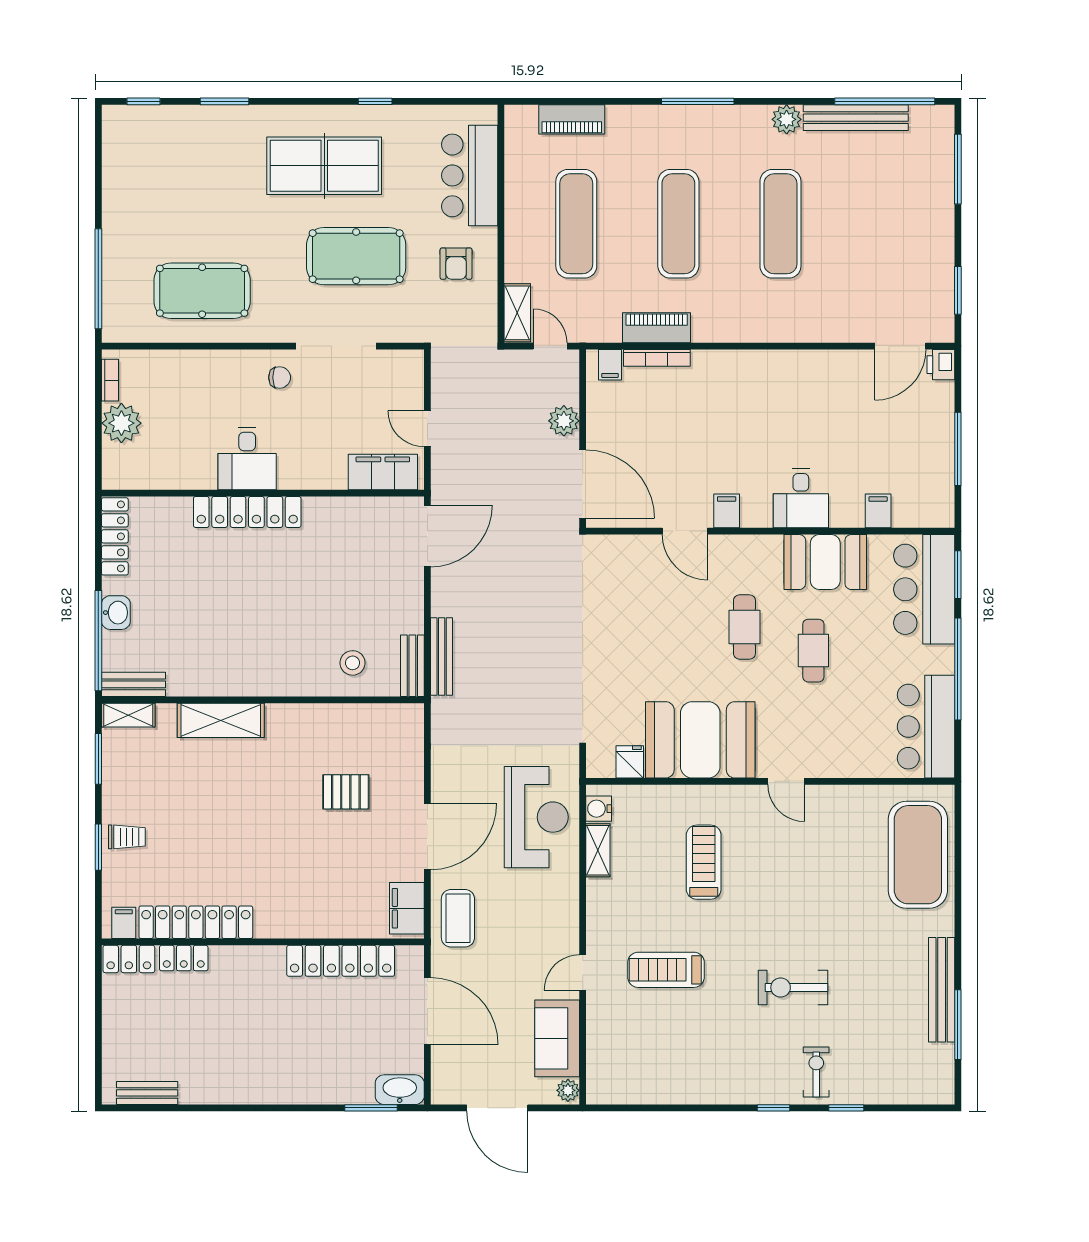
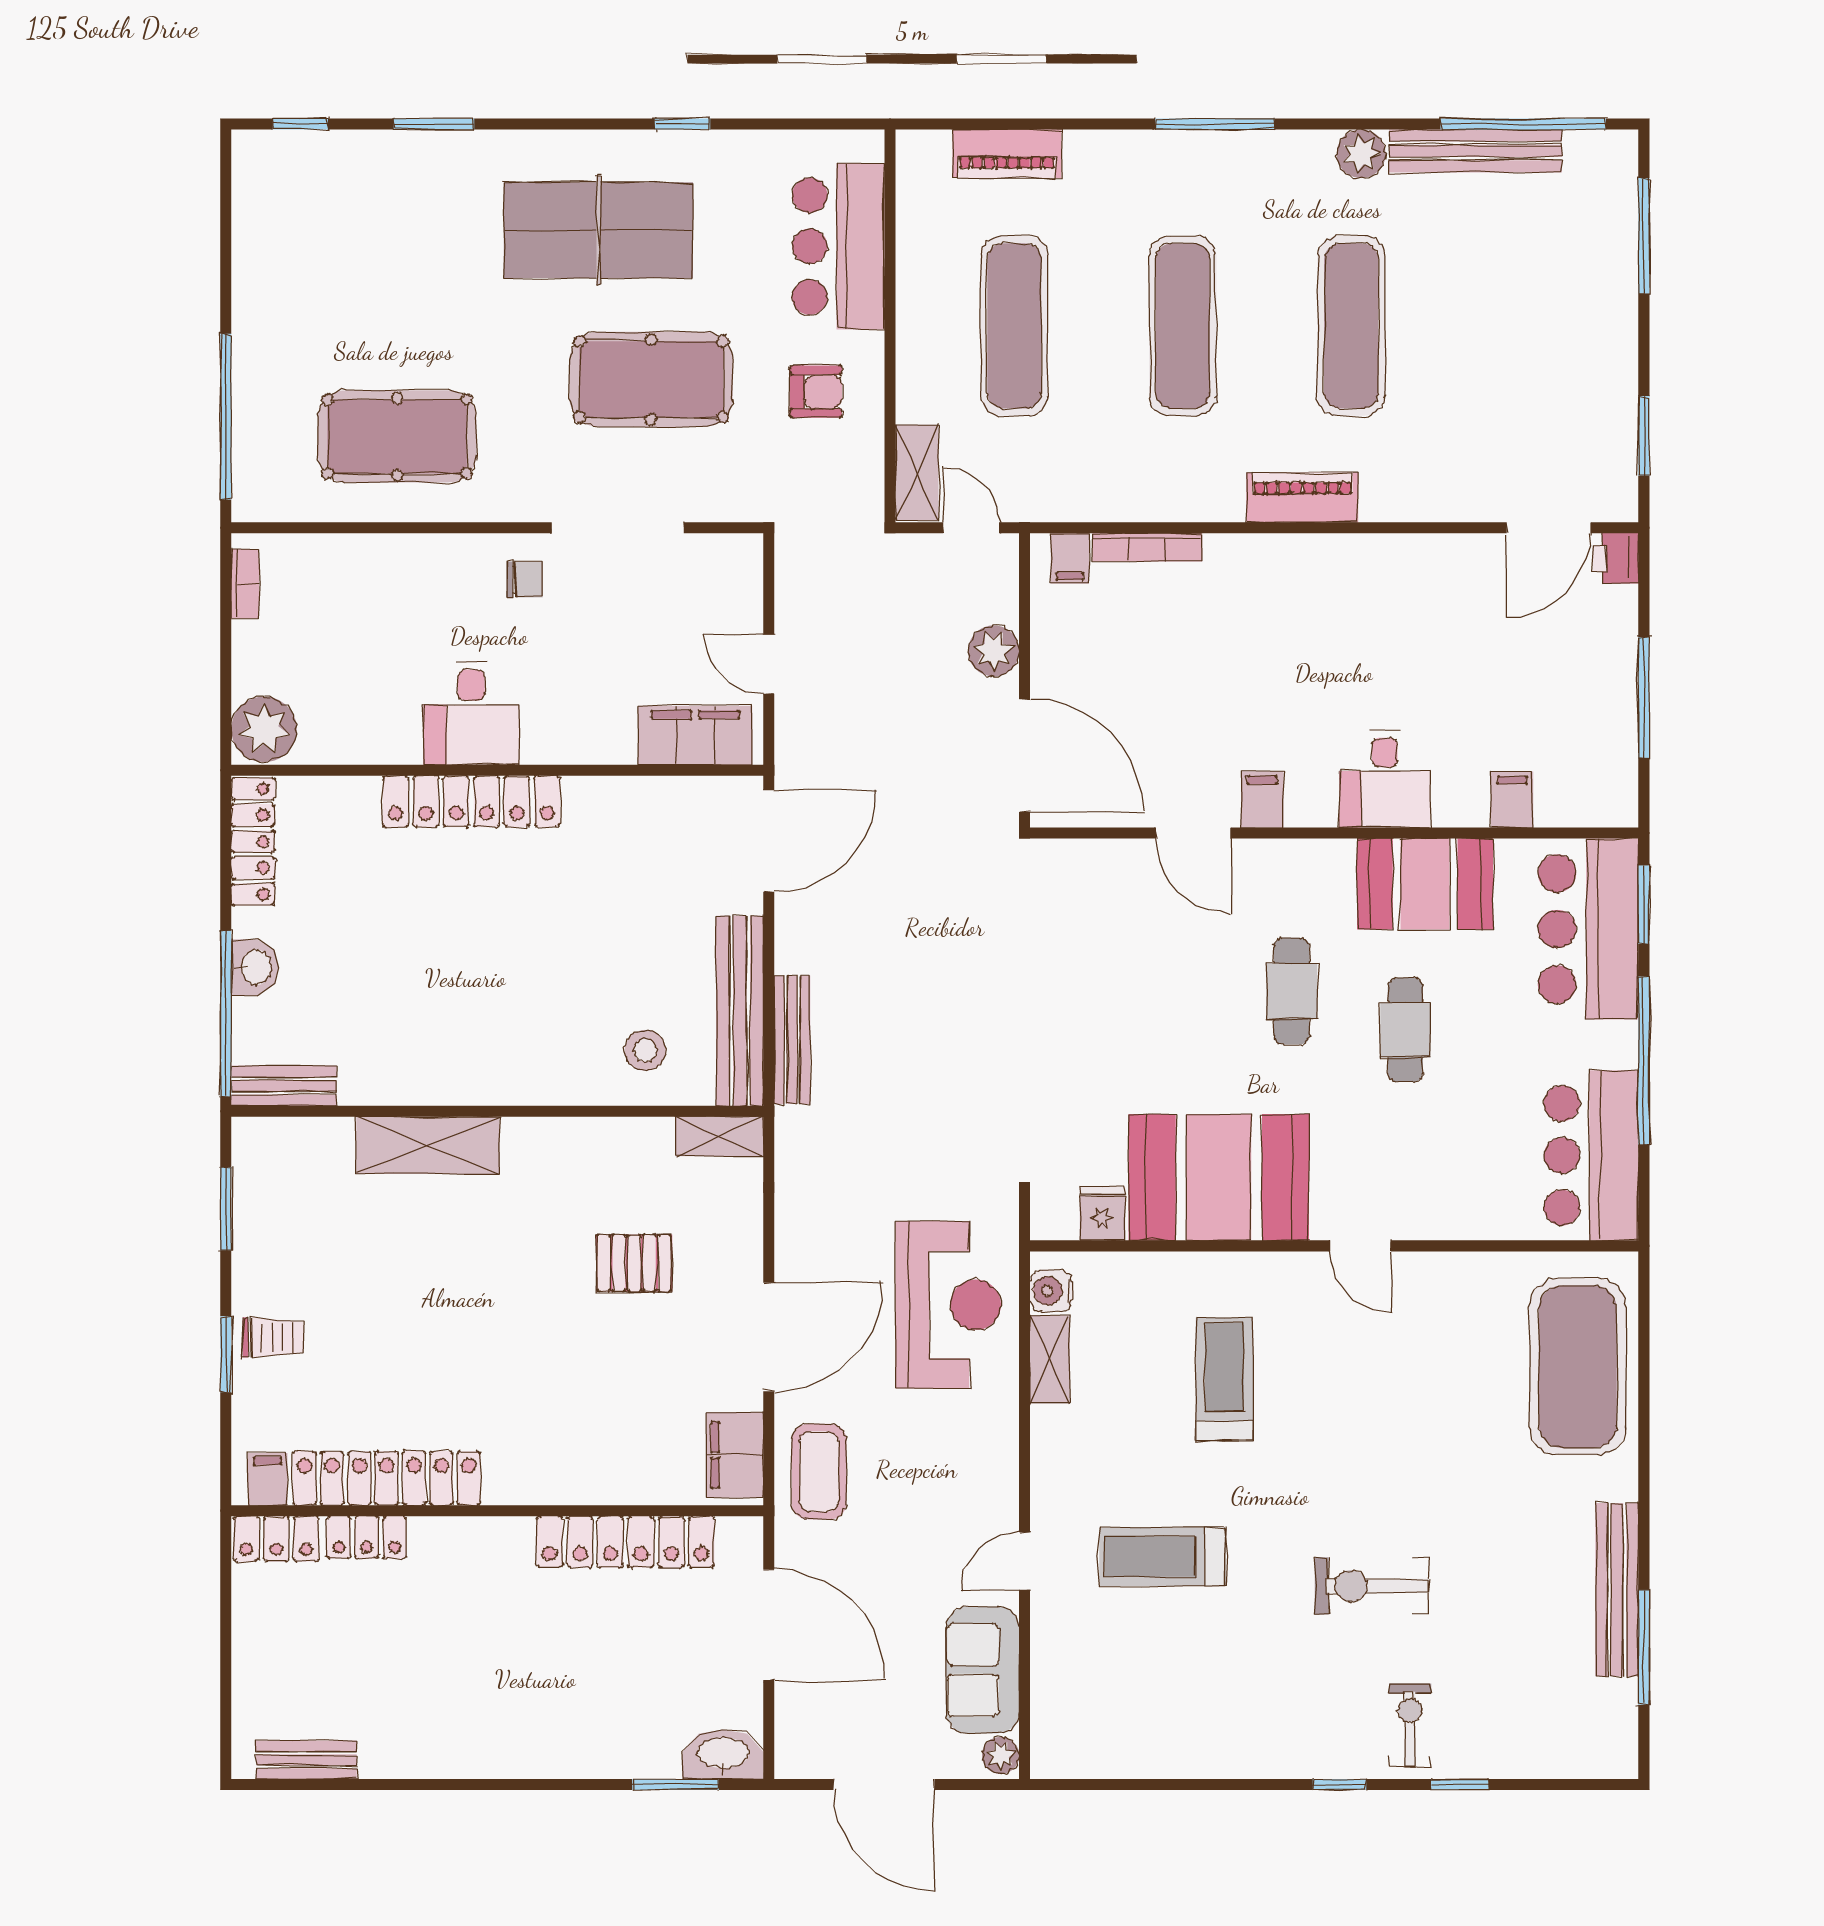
armchair: (456, 264) -> (816, 392), turned -90
piano: (657, 328) -> (1302, 497), moved
plant: (121, 423) -> (264, 729), moved
bench: (412, 666) -> (740, 1011), width x1.86, depth x1.21
shelving: (128, 715) -> (719, 1136), moved

